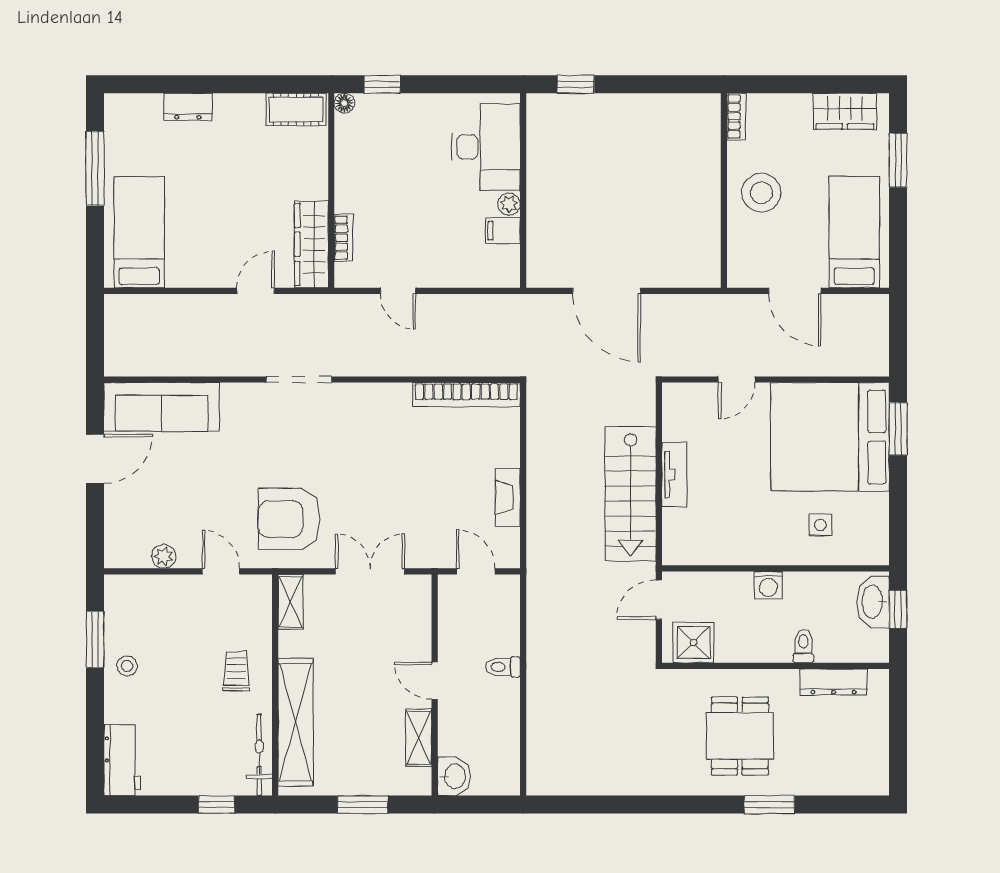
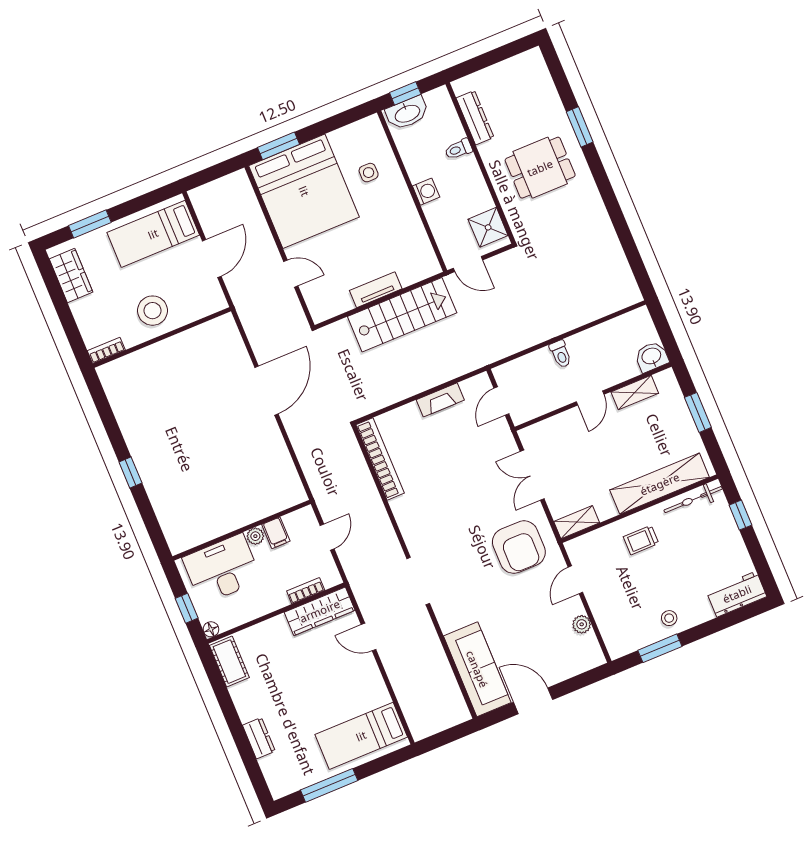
desk: (486, 147) -> (222, 569), moved
wall: (523, 191) -> (242, 530), moved
plant: (509, 204) -> (255, 536), moved
filing cabinet: (503, 231) -> (276, 533), moved

